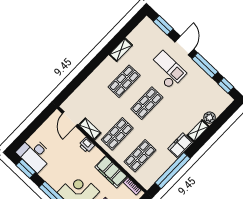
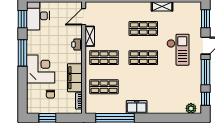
plant: (210, 118) -> (191, 108), moved
shelving: (198, 131) -> (158, 109), removed

